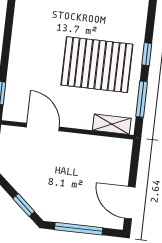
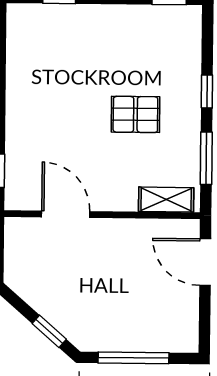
pallet: (97, 65) -> (135, 114), width x0.49, depth x0.50
door: (130, 203) -> (205, 262), moved

